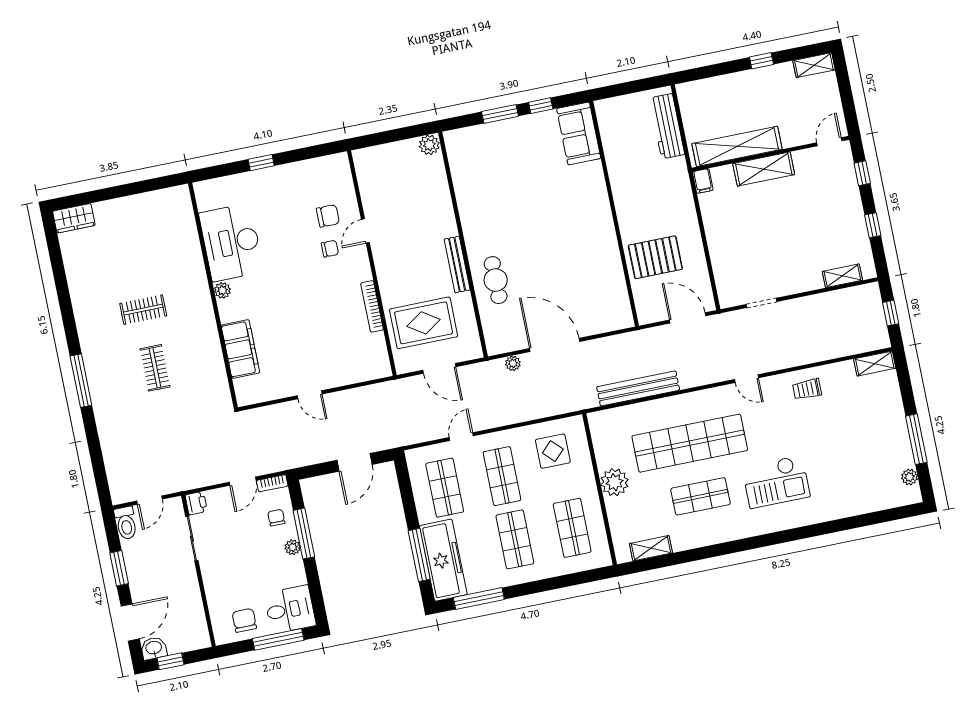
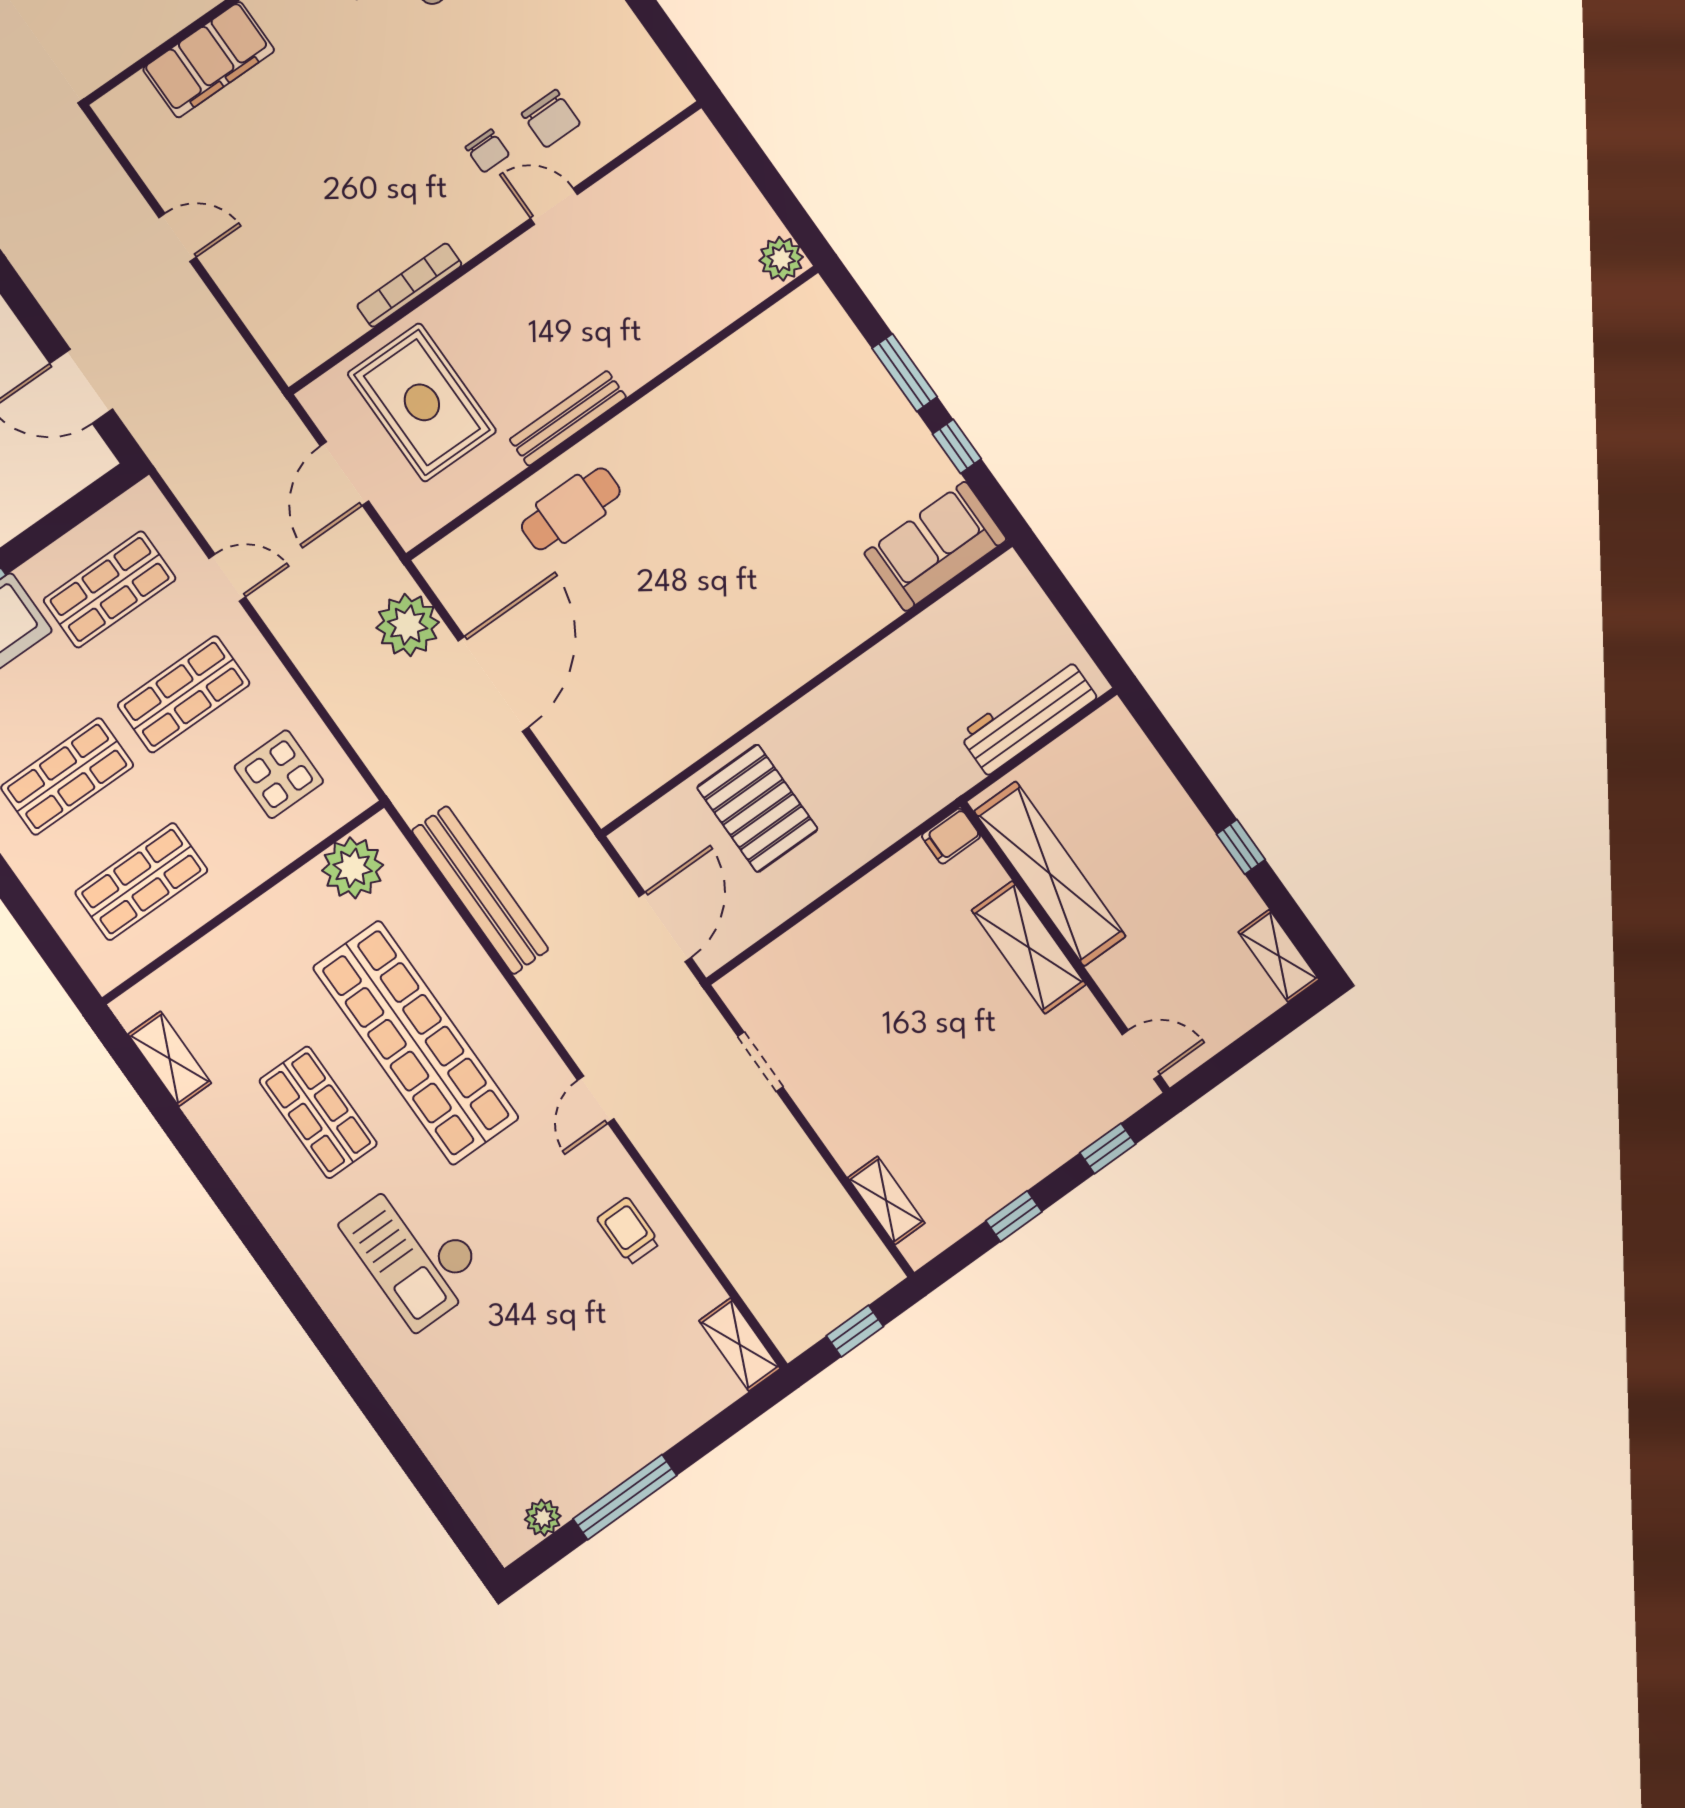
plant: (513, 363) -> (408, 625), width x1.87, depth x1.87
door: (310, 395) -> (177, 237), swing flipped
plant: (614, 482) -> (353, 868), moved

